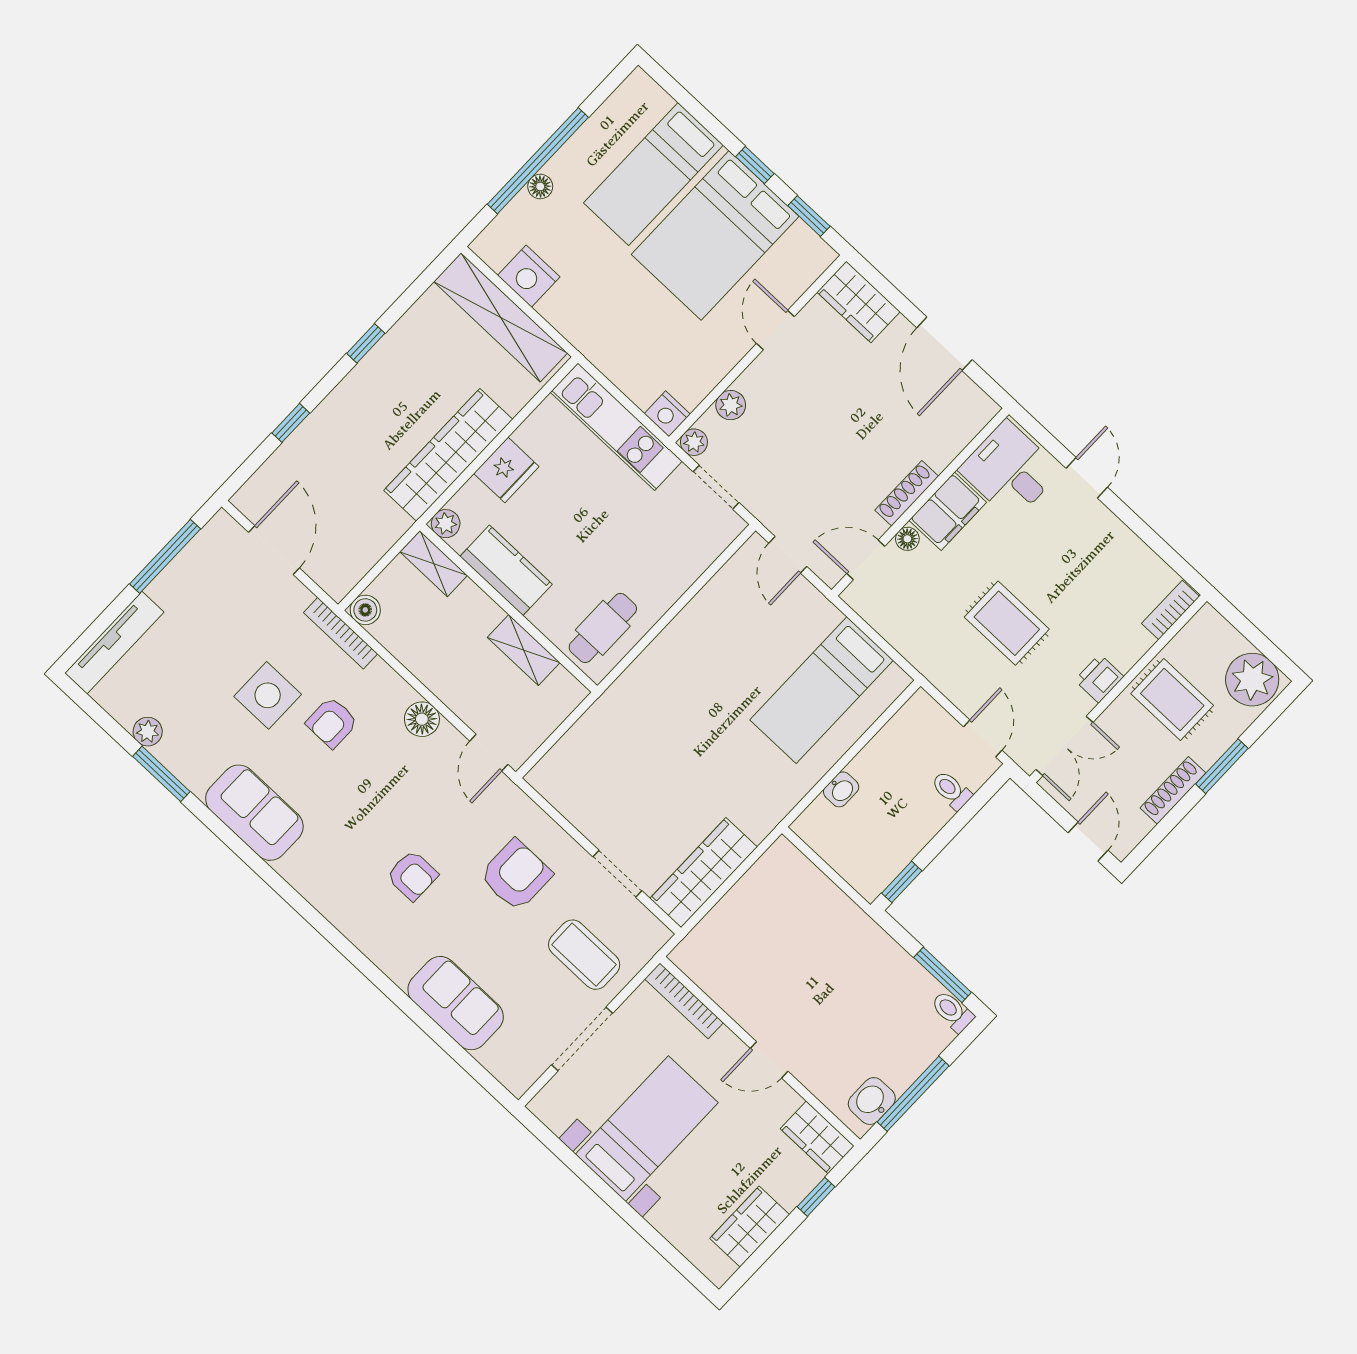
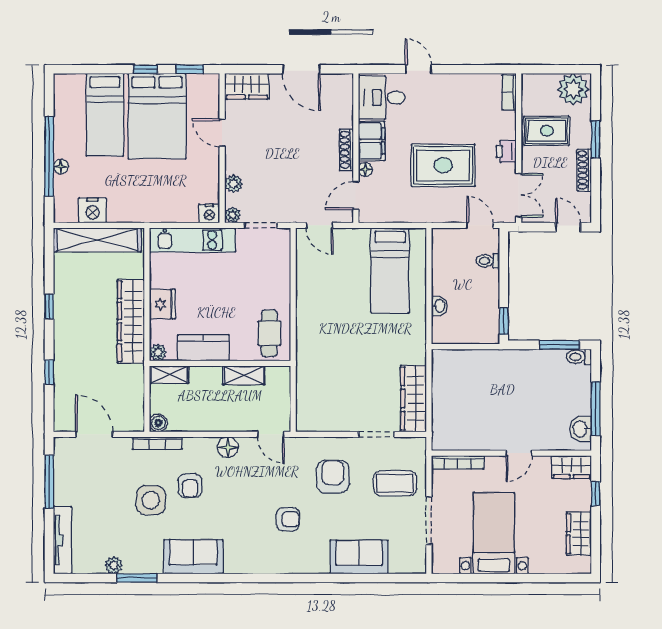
rug: (1007, 623) -> (443, 165), width x1.36, depth x1.43

